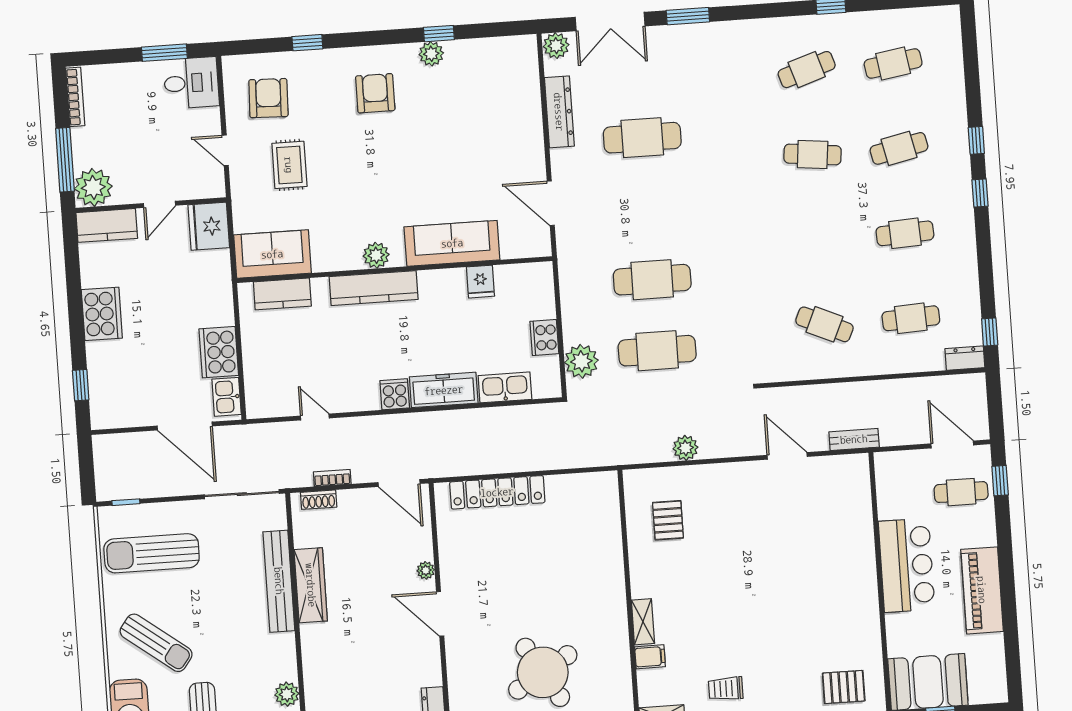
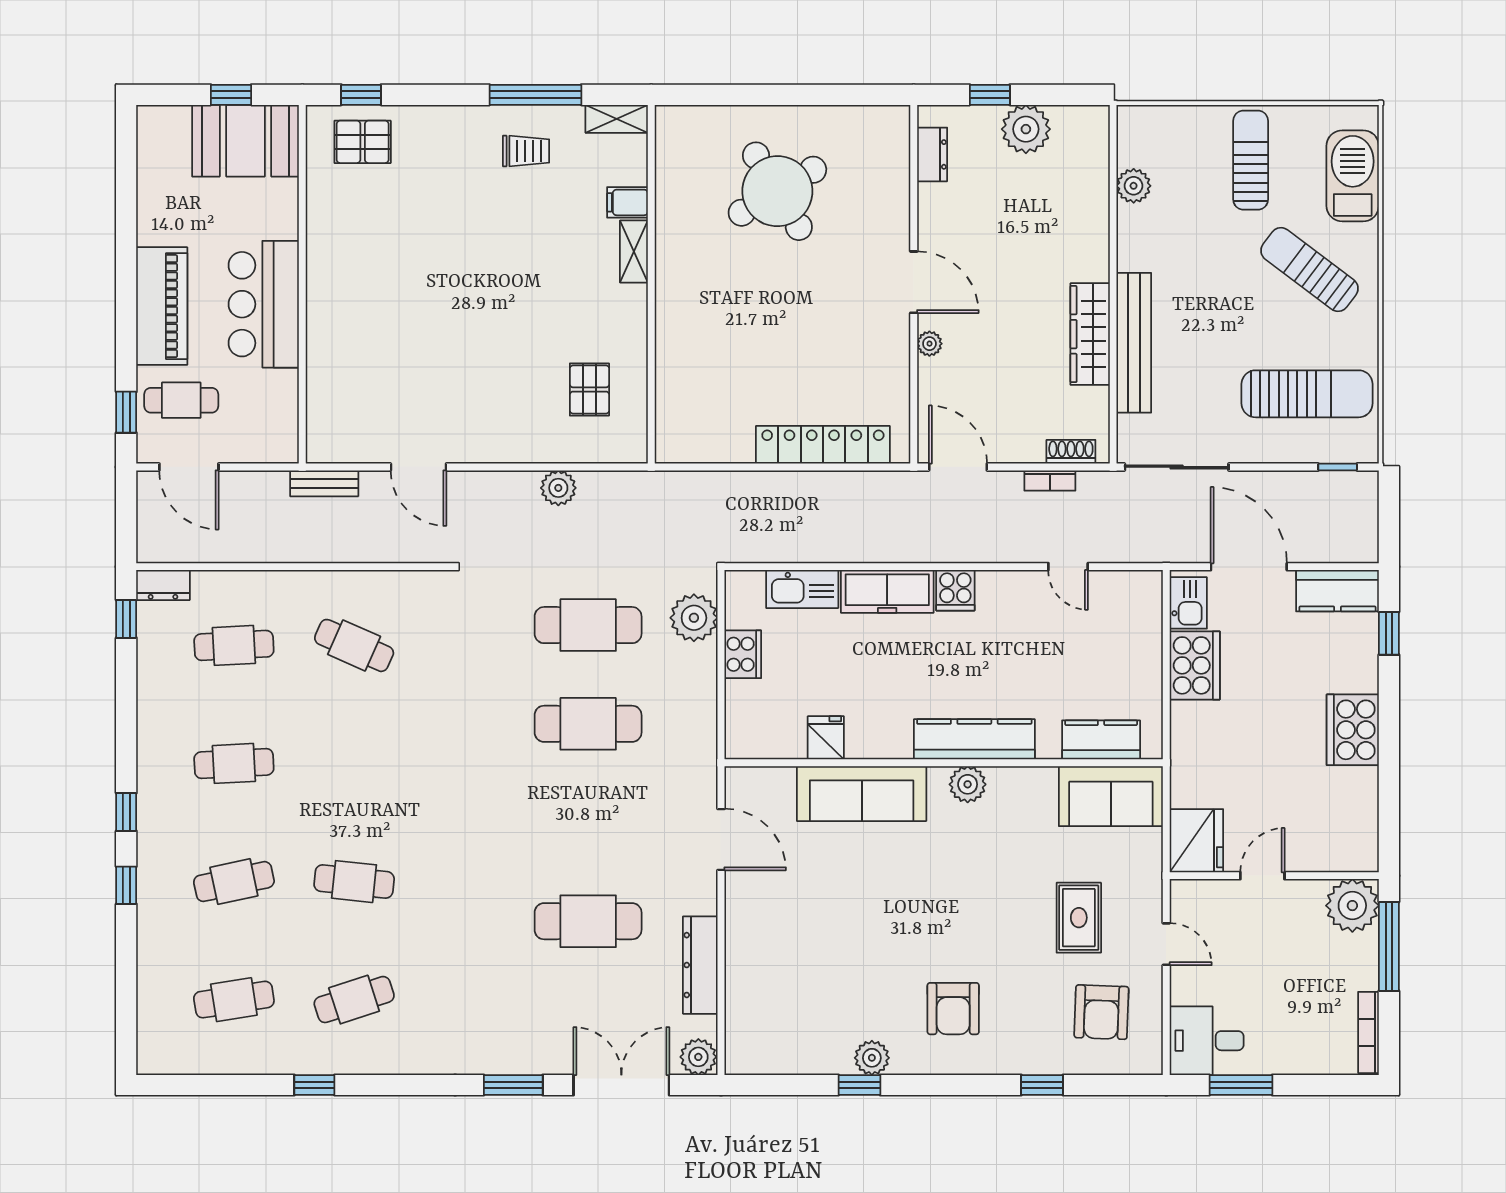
kitchen counter: (107, 225) -> (1337, 591), moved, turned 180
piano: (982, 590) -> (162, 306), moved

